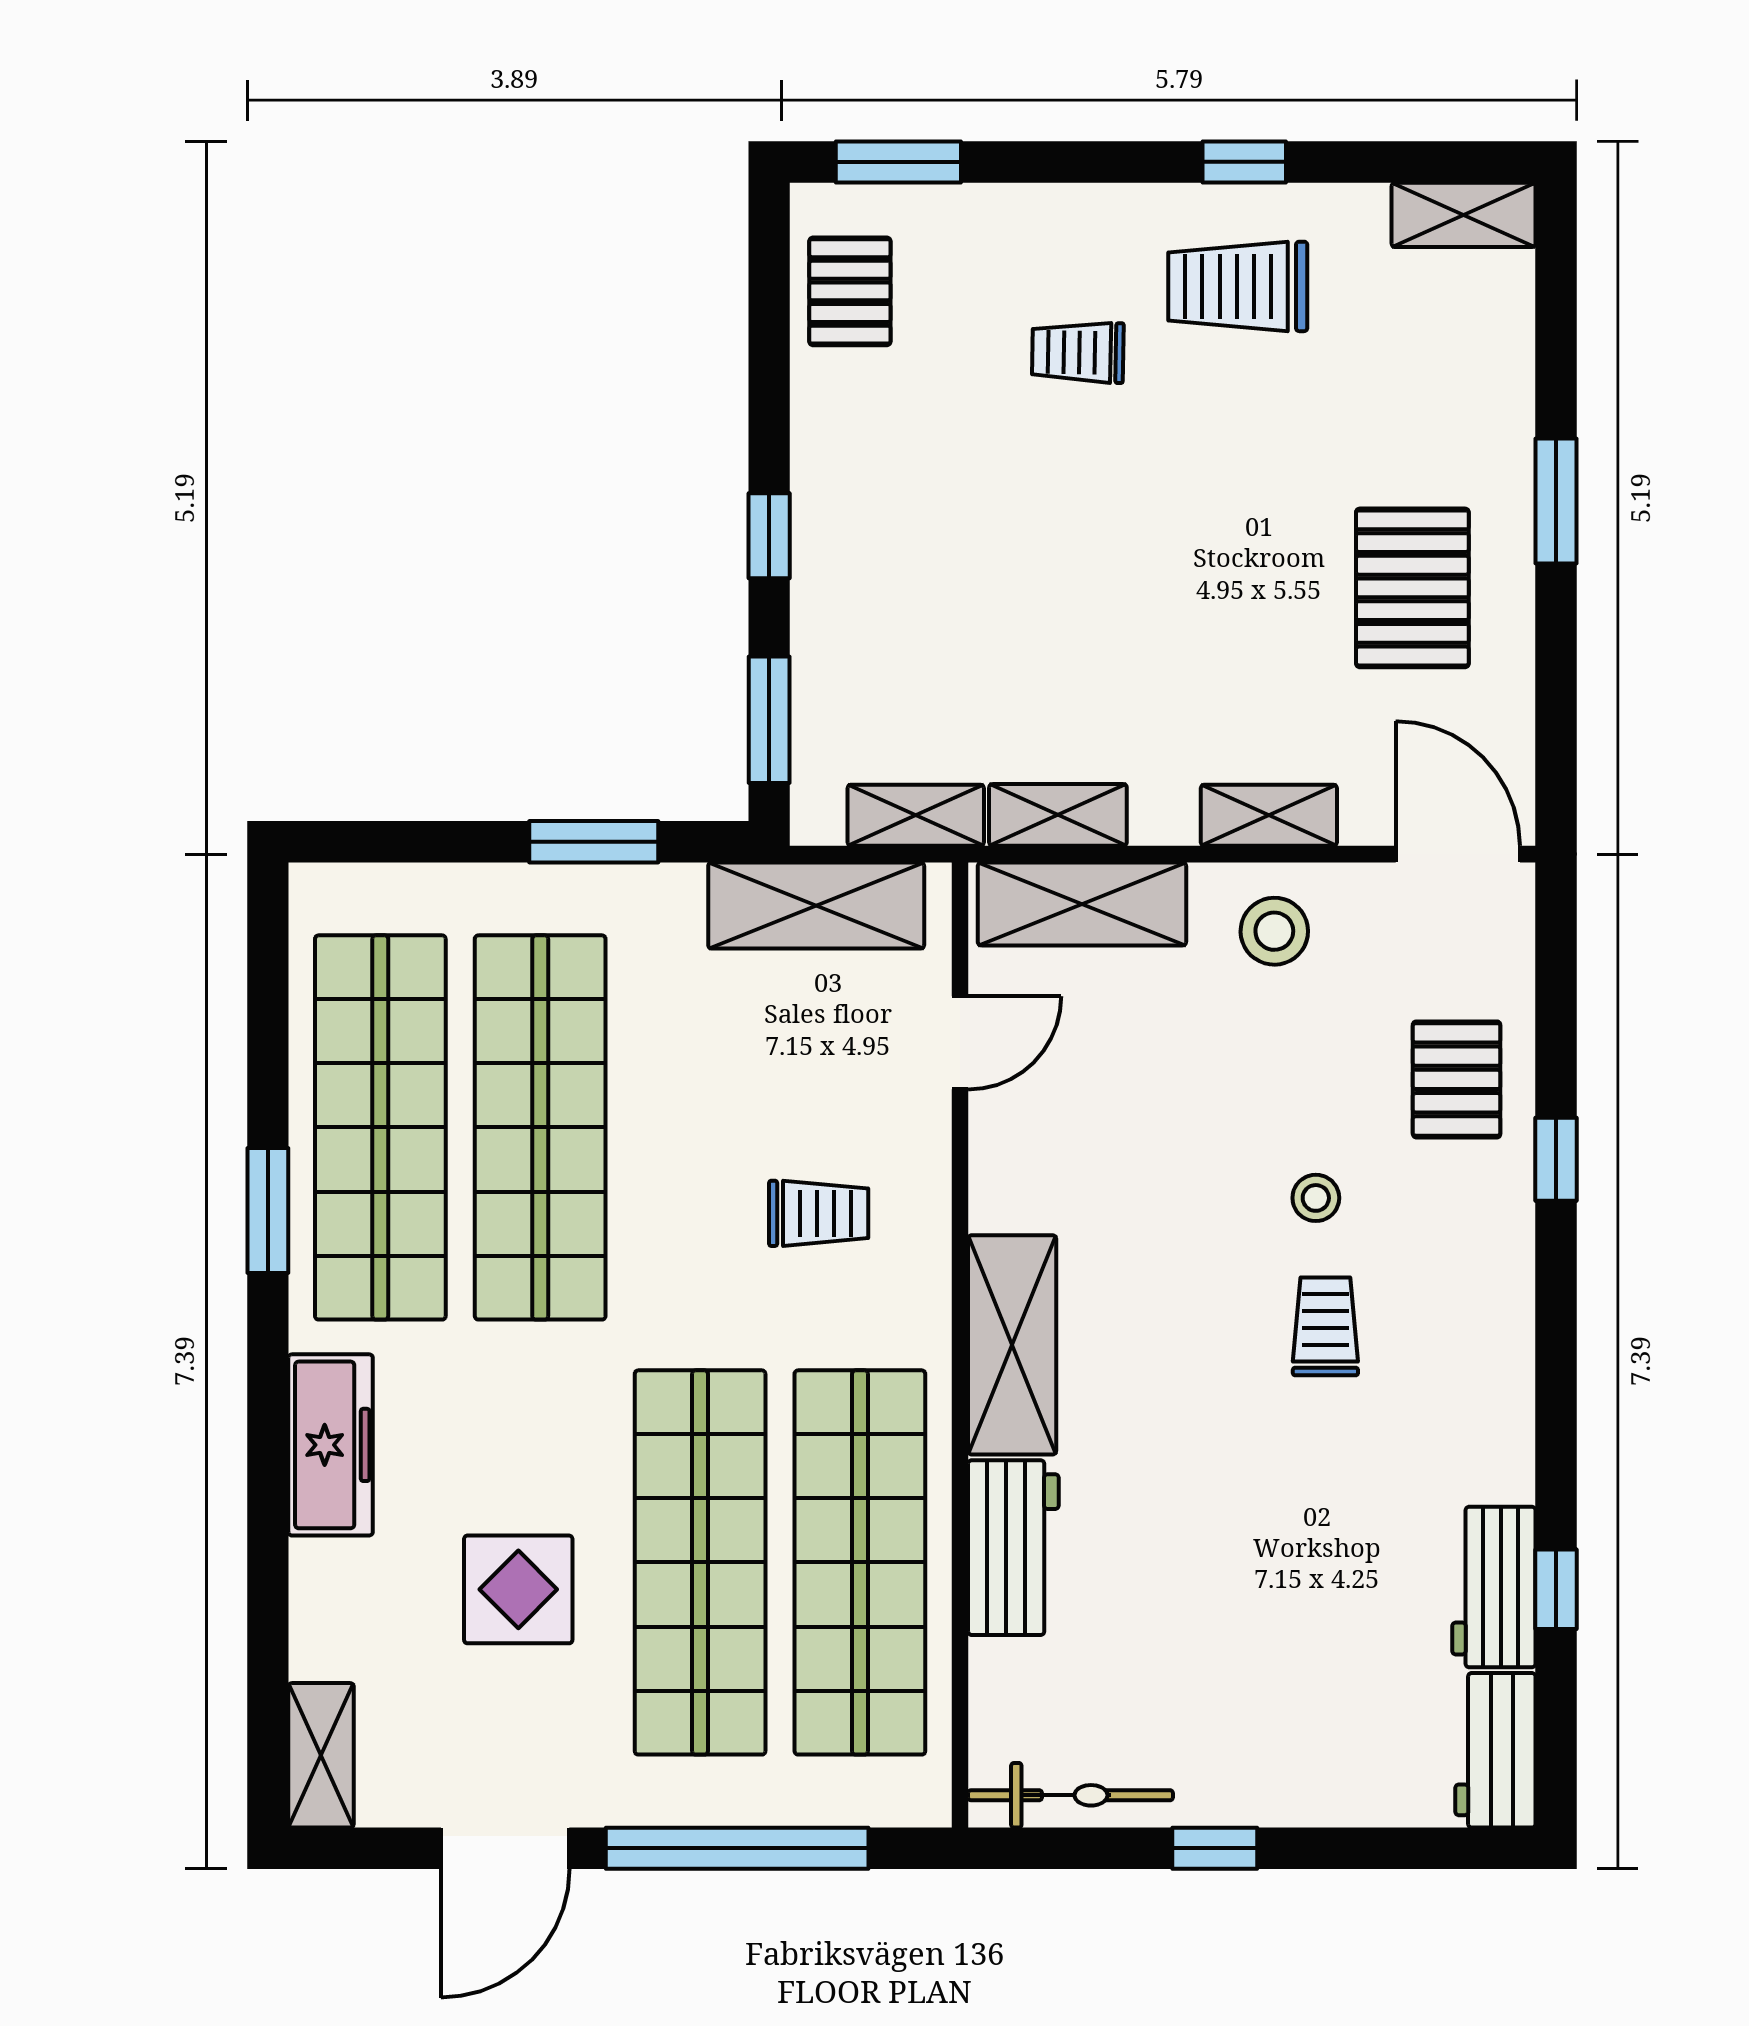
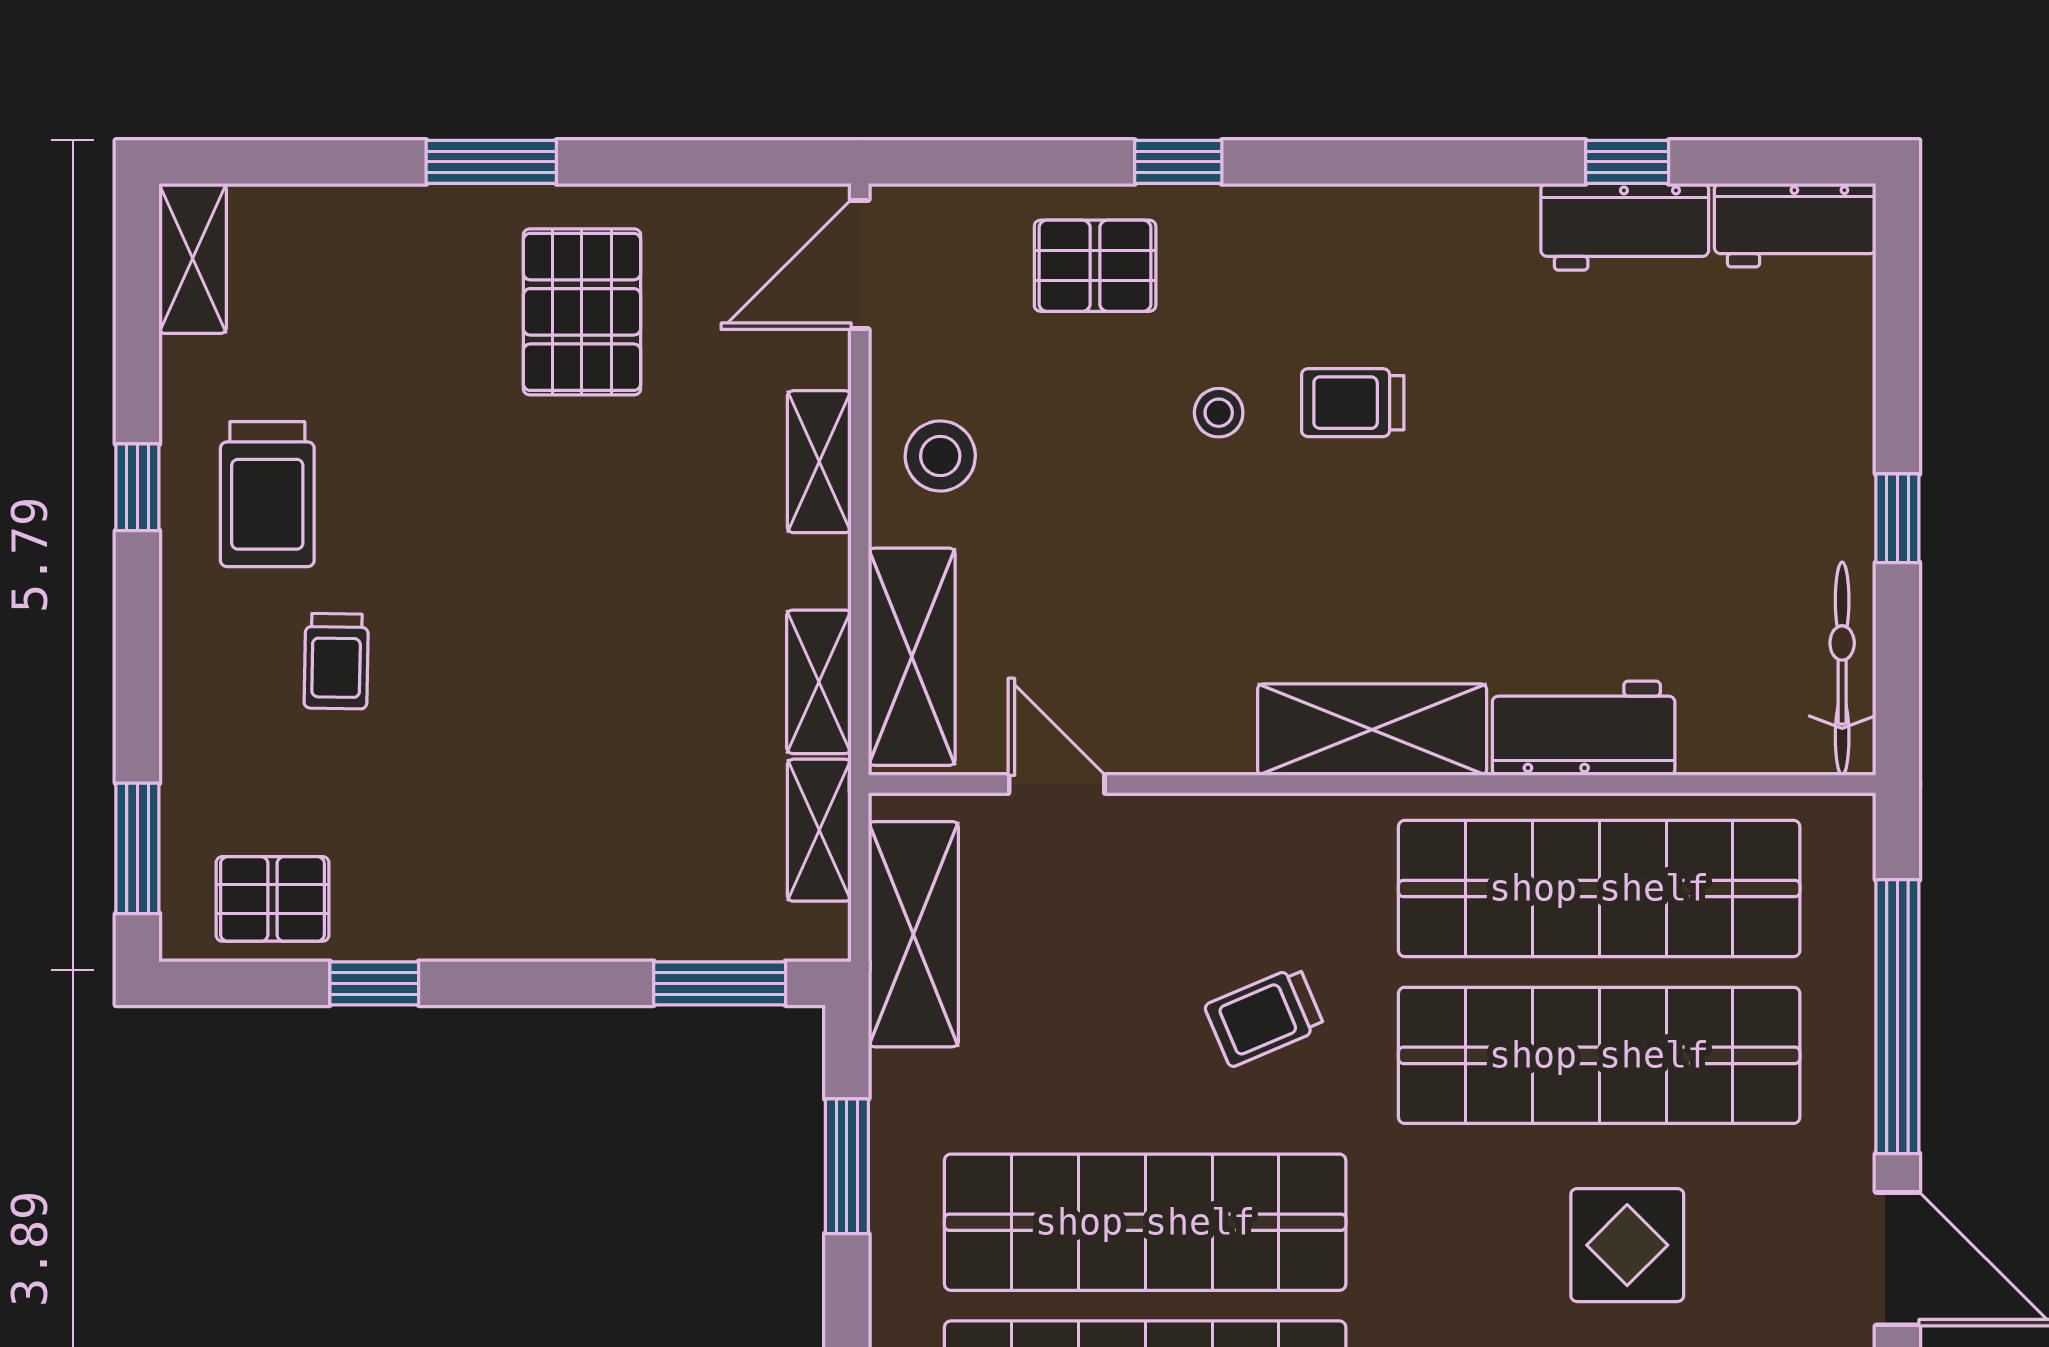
window: (769, 536) -> (374, 983), moved
pallet: (1412, 588) -> (582, 312), turned 90
trolley: (819, 1213) -> (1264, 1017), moved, turned -113

